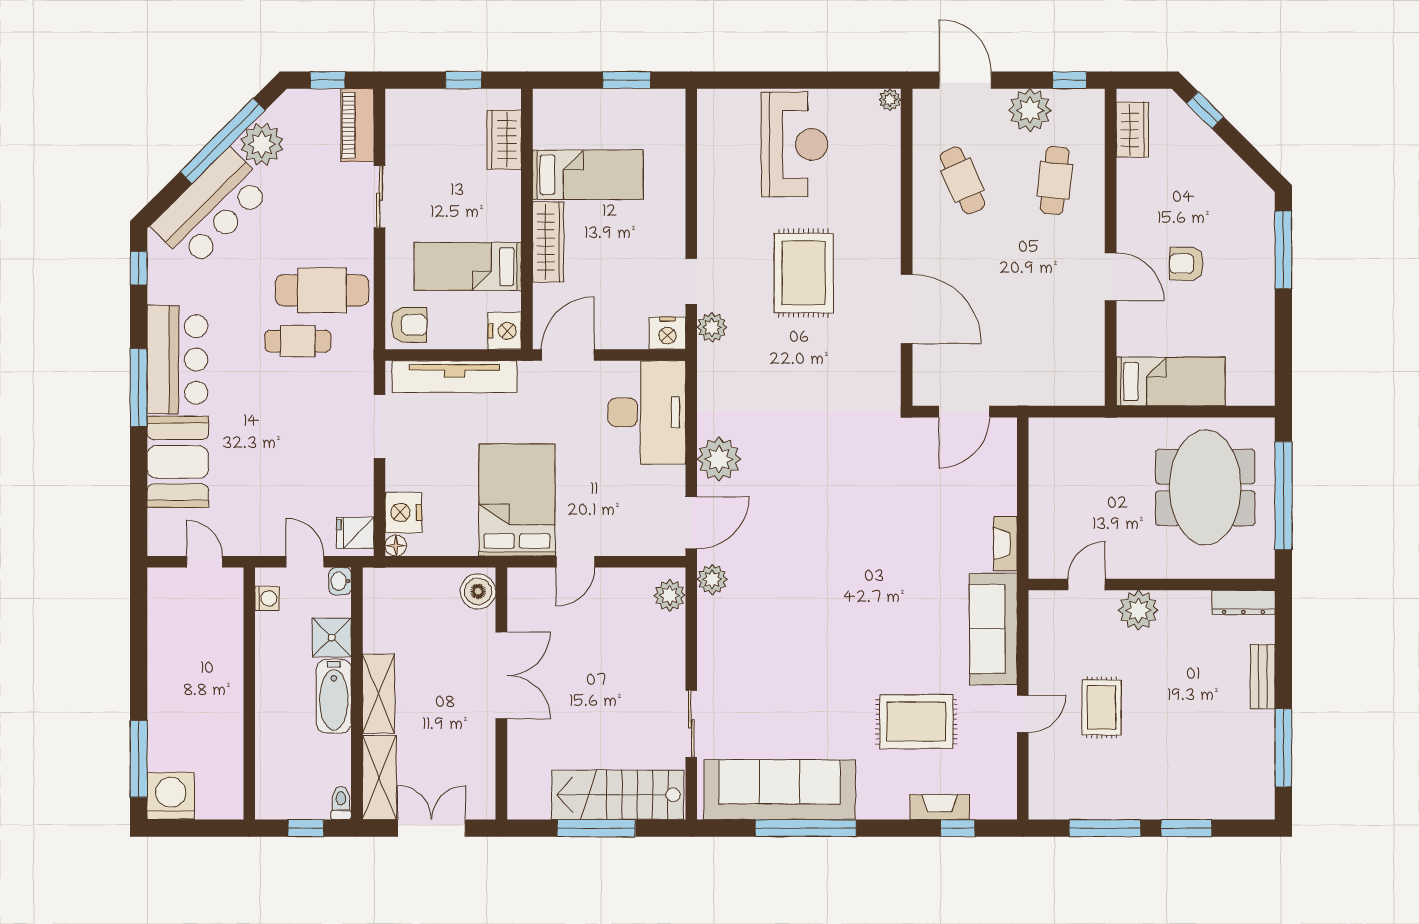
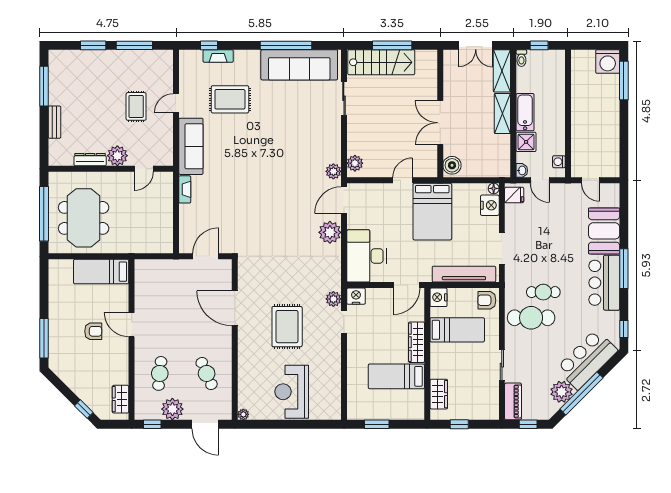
dresser: (1243, 602) -> (90, 160), moved

